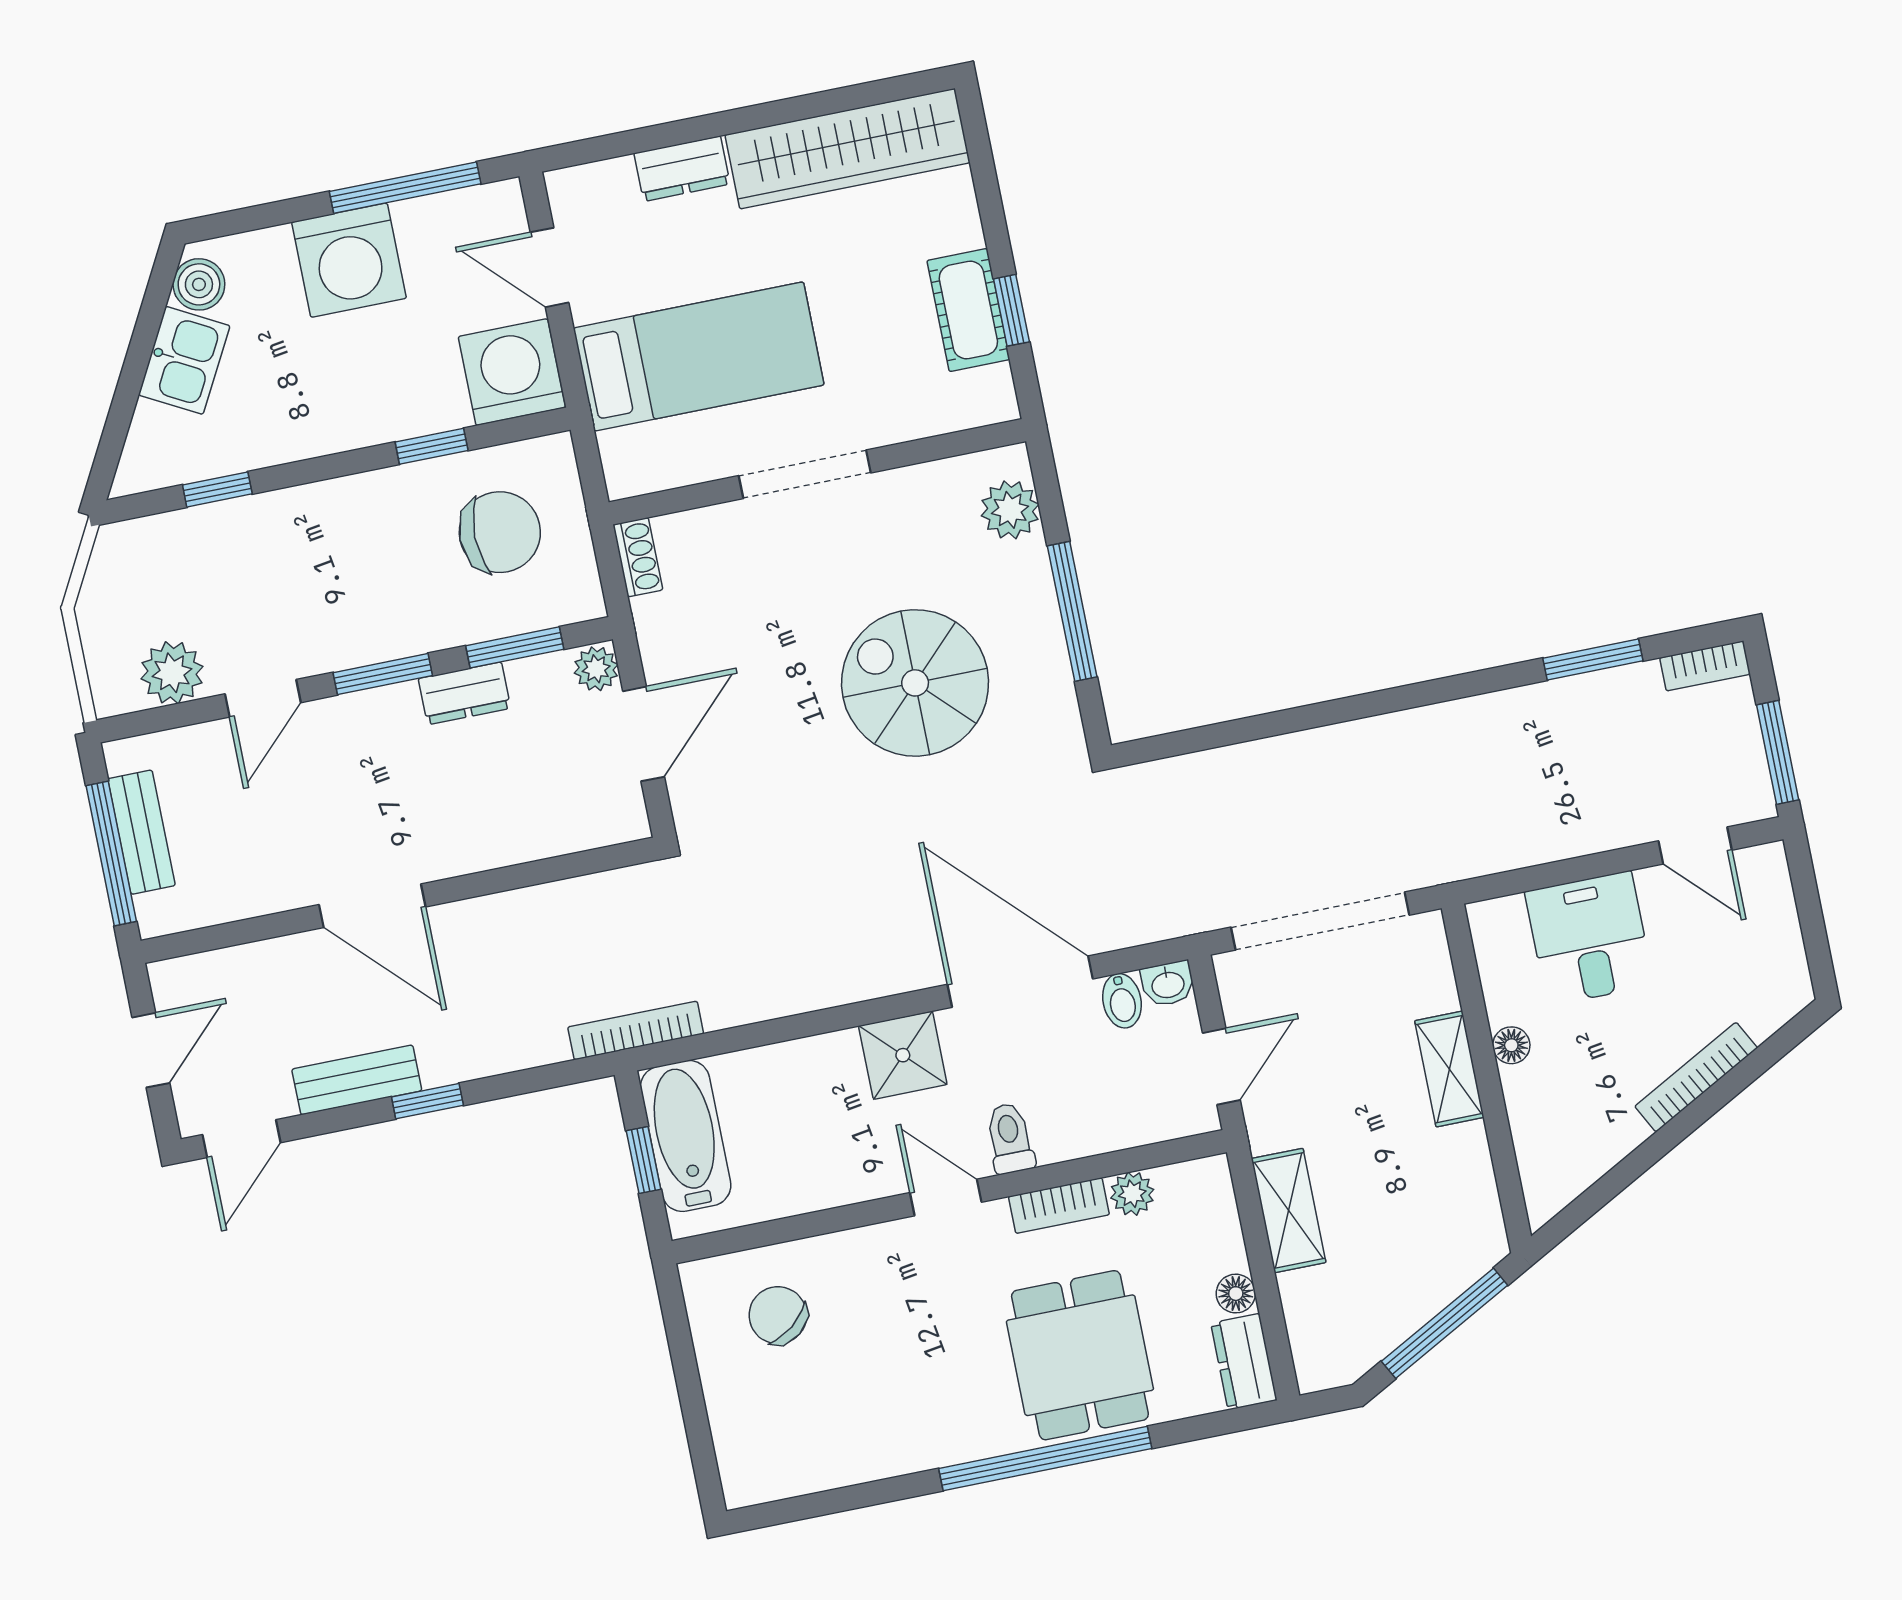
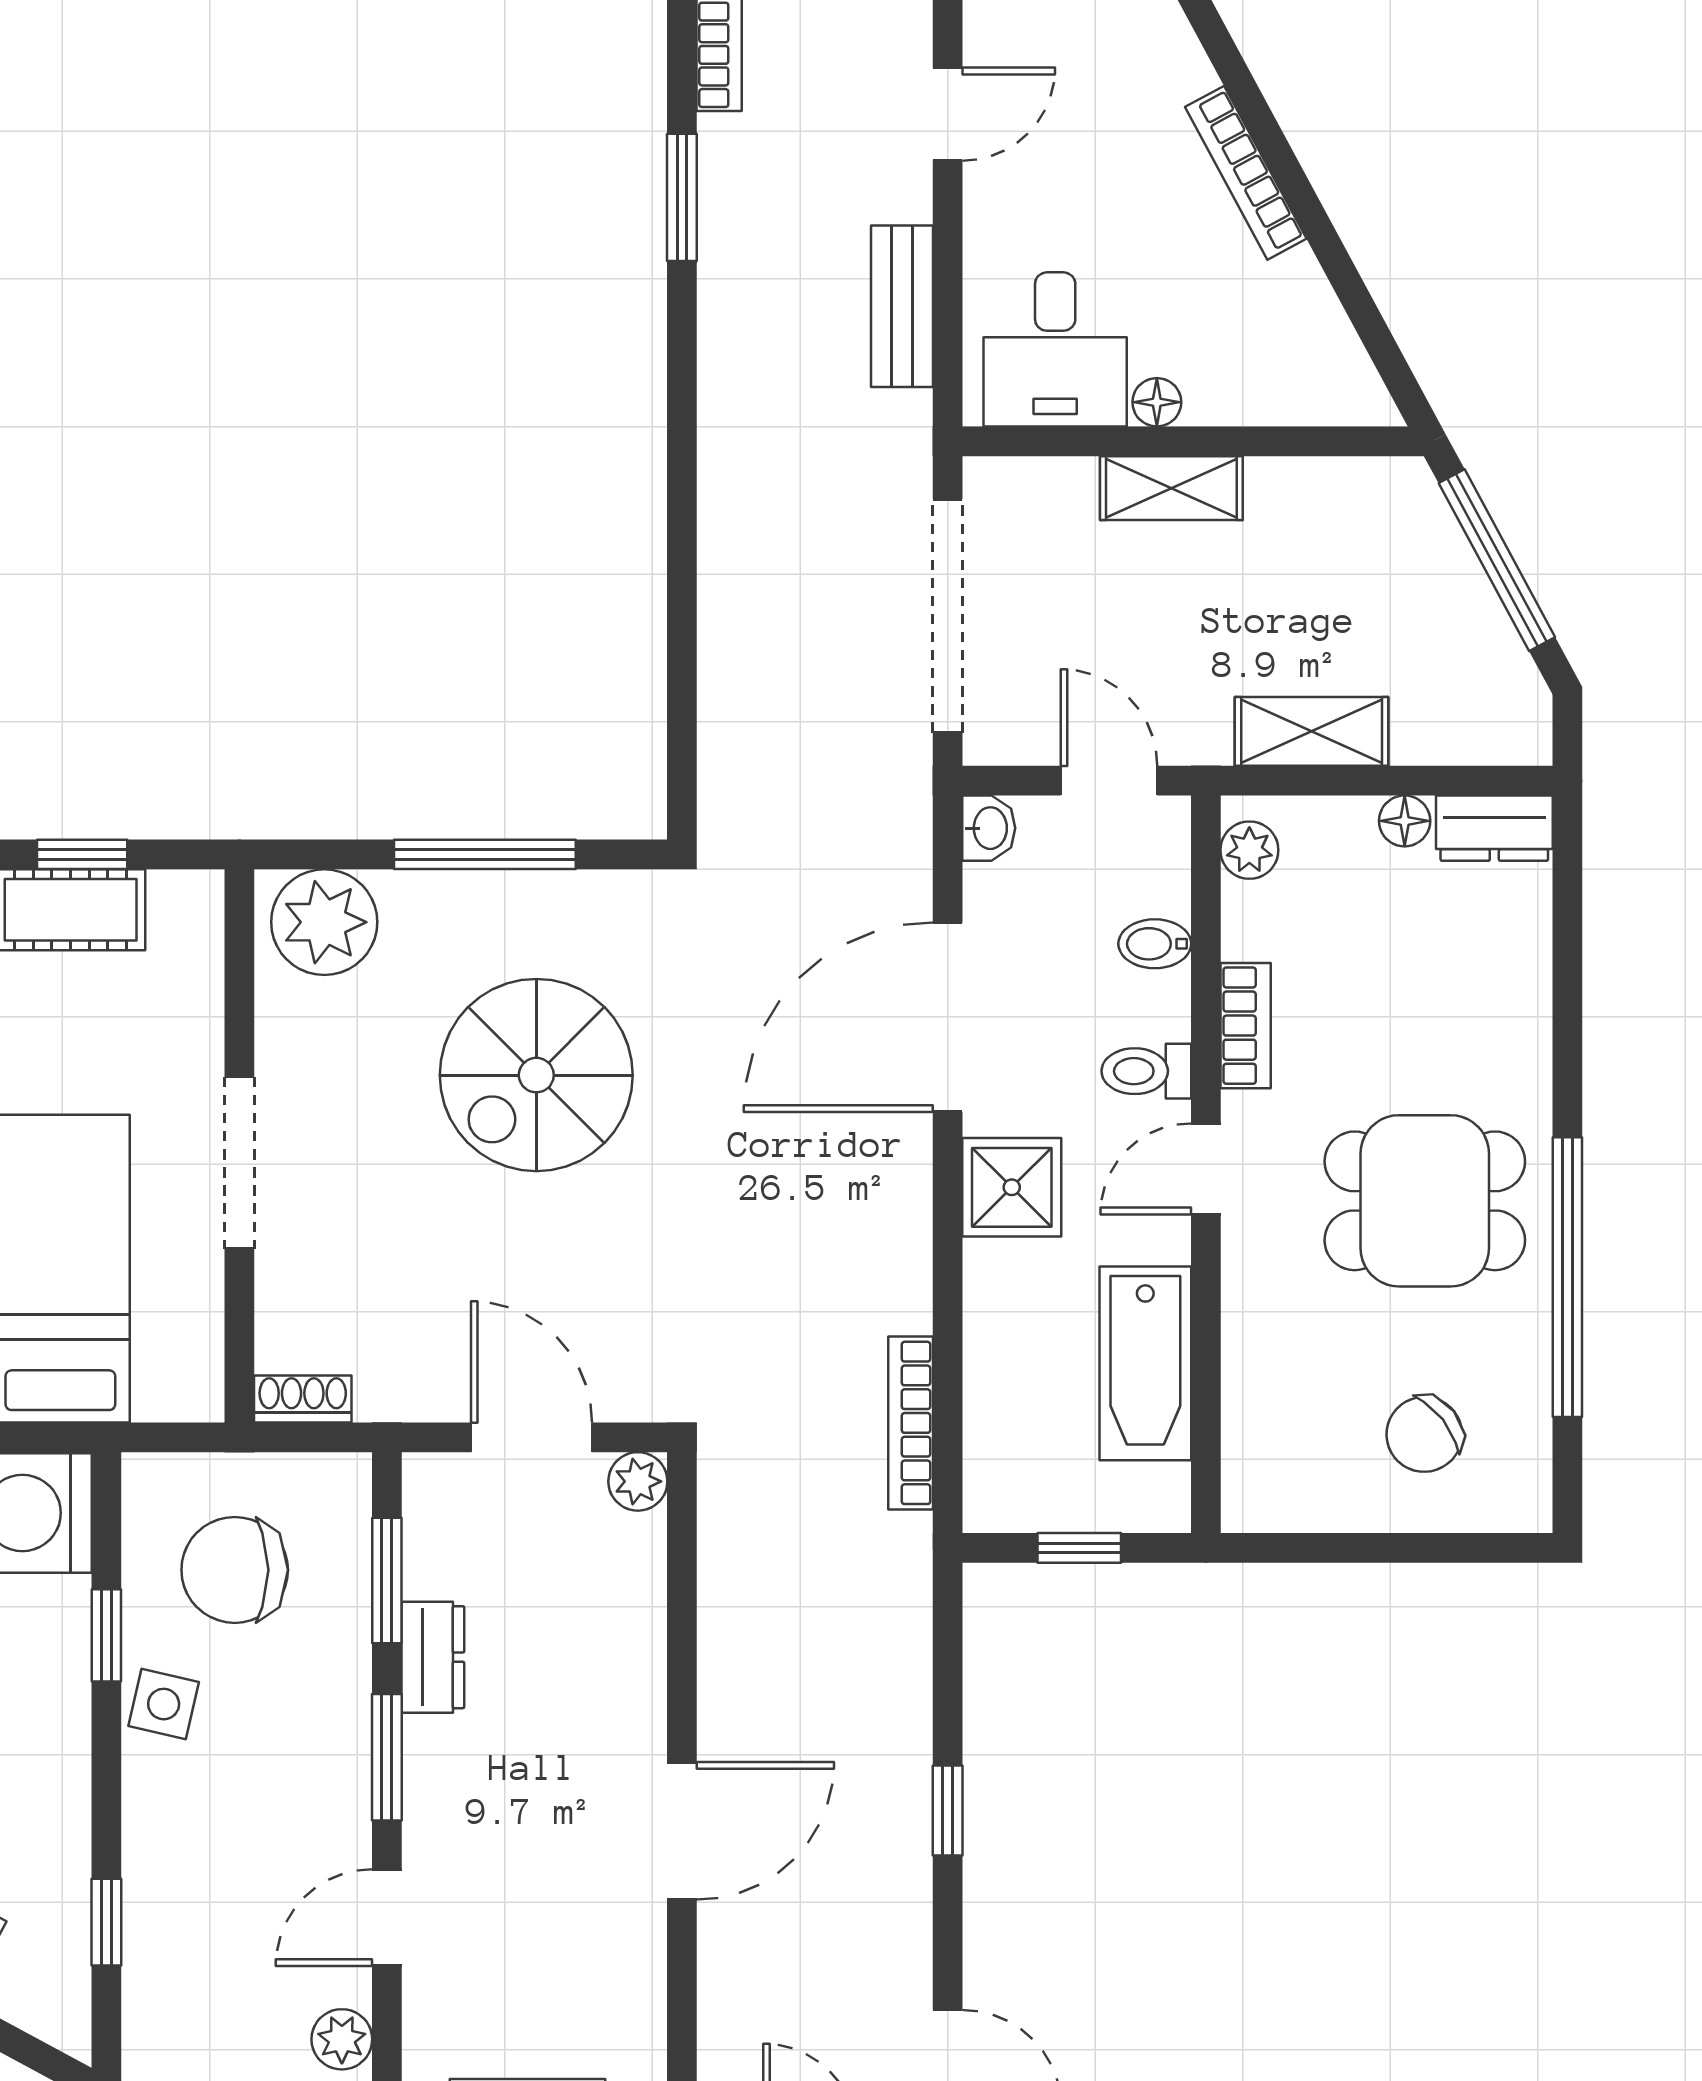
side table: (389, 499) -> (164, 1704), added
plant: (1010, 510) -> (324, 922), width x1.36, depth x1.36
chair: (500, 532) -> (235, 1570), turned -90
plant: (596, 669) -> (638, 1481), moved
plant: (172, 673) -> (342, 2039), width x0.73, depth x0.73
door: (263, 698) -> (387, 1918), swing flipped
desk: (1589, 938) -> (1055, 349), moved, turned -90
bidet: (1122, 1001) -> (1155, 944), moved, turned 180
bookcase: (636, 1030) -> (911, 1423), moved
bench: (357, 1080) -> (902, 306), moved
bathtub: (686, 1136) -> (1145, 1363), moved, turned -90
plant: (1132, 1194) -> (1249, 850), moved
chair: (778, 1315) -> (1424, 1434), moved
dining table: (1080, 1355) -> (1425, 1201), moved
window: (1045, 1458) -> (1567, 1277), moved

